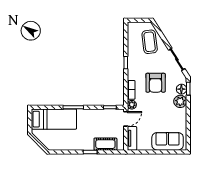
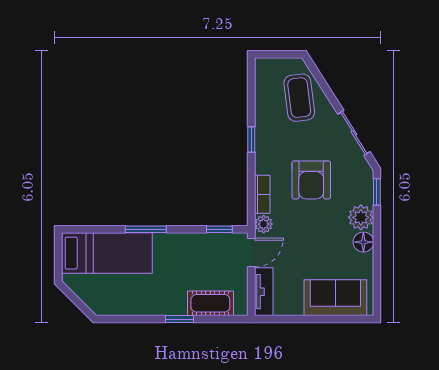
floor lamp: (181, 89) -> (363, 242), moved

